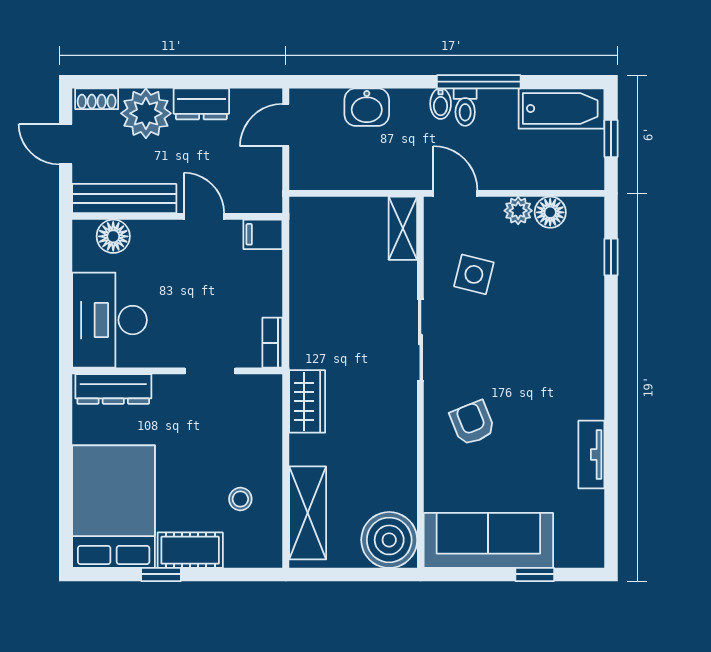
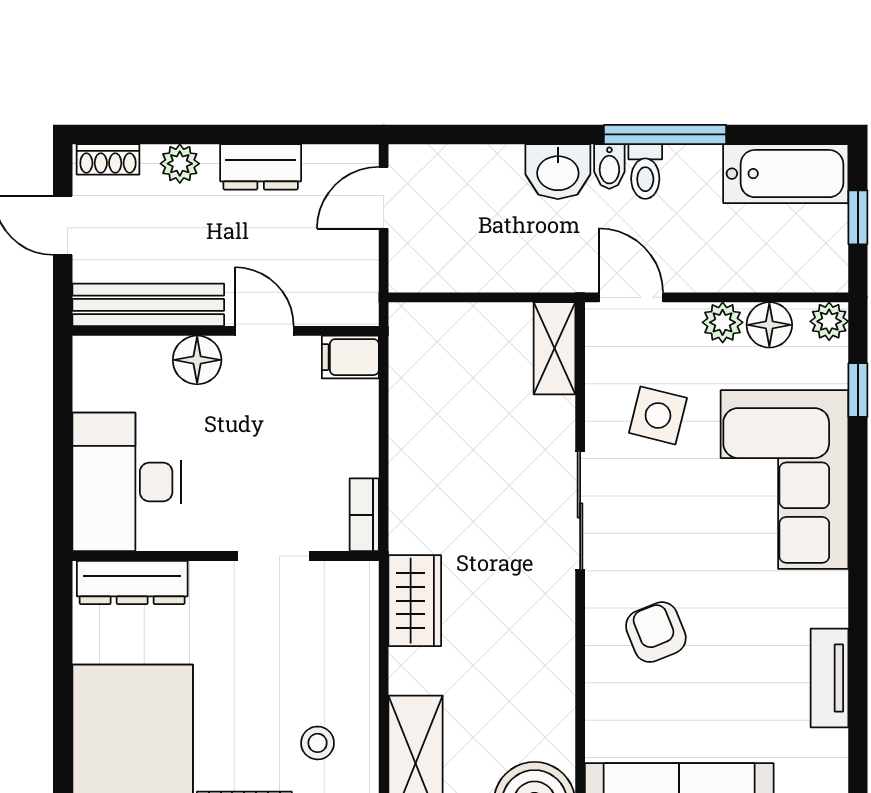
washbasin: (367, 107) -> (558, 172), moved
plant: (146, 113) -> (180, 164), width x0.53, depth x0.53
plant: (591, 210) -> (829, 321), added
floor lamp: (113, 236) -> (197, 360), moved
corner sofa: (561, 318) -> (785, 480), added

